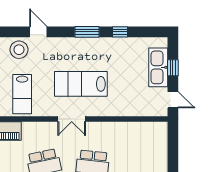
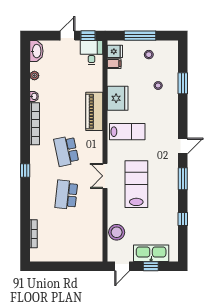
window: (87, 32) -> (183, 179), moved
stool: (19, 50) -> (117, 232), moved
lab bench: (22, 94) -> (127, 132), turned 180

